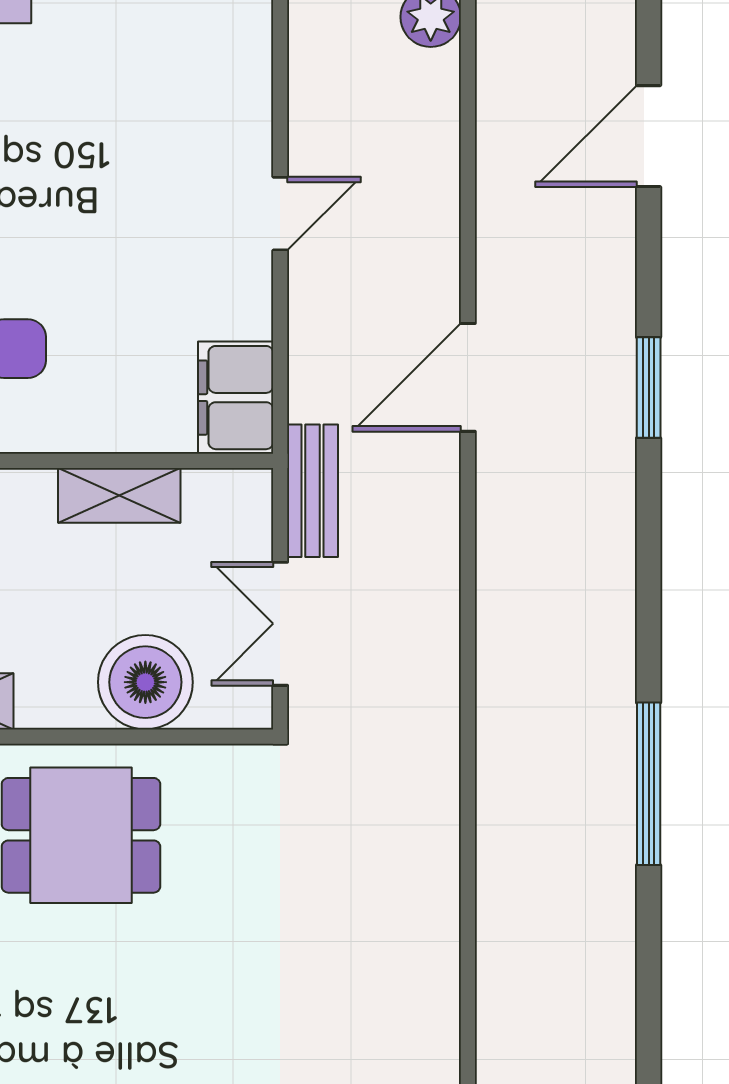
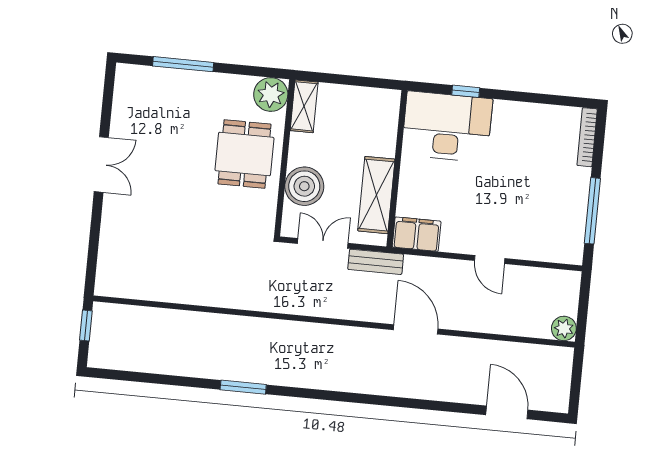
window: (649, 388) -> (404, 403), removed
shelving: (119, 495) -> (376, 195), width x1.50, depth x1.33
window: (649, 784) -> (243, 387), width x0.69

